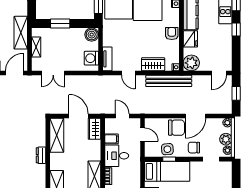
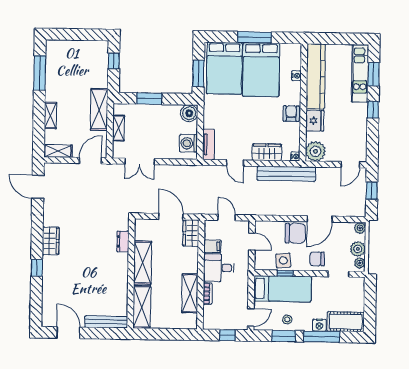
shelving: (57, 135) -> (143, 263), moved
dresser: (41, 155) -> (123, 241), moved

